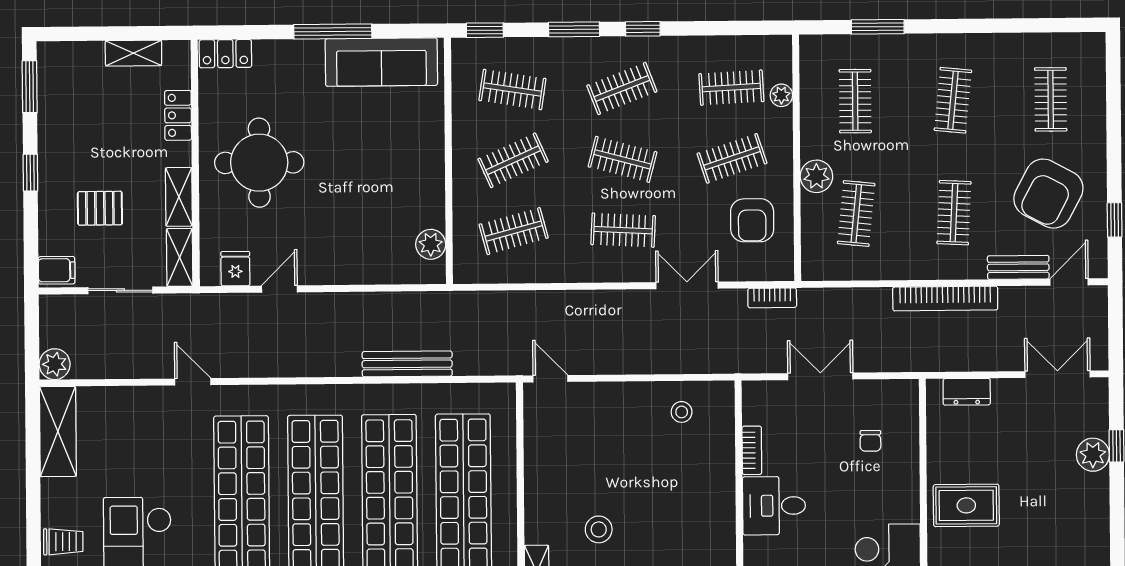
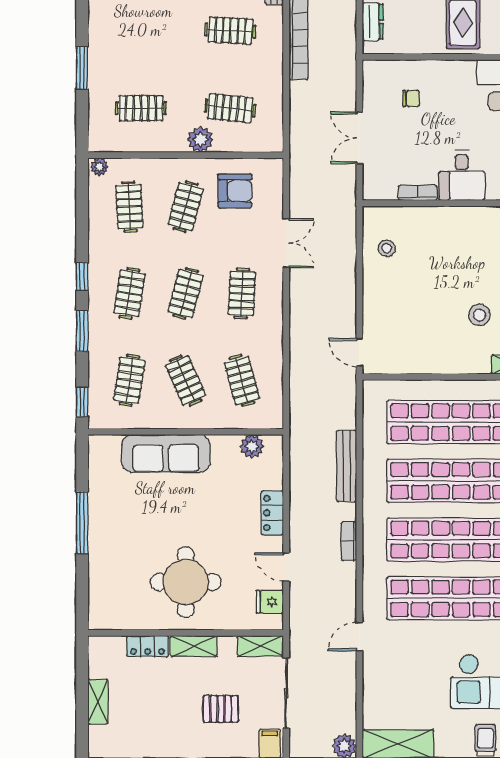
window: (878, 27) -> (82, 68), moved
shelving: (133, 53) -> (98, 702), moved
locker: (225, 54) -> (272, 513), moved, turned 180
sofa: (381, 62) -> (166, 453), moved, turned 90
clothes rail: (622, 89) -> (129, 293), turned 30
plant: (781, 95) -> (99, 167), moved
clothes rail: (953, 100) -> (141, 31), removed
clothes rail: (732, 158) -> (186, 207), turned 33
shelving: (179, 197) -> (194, 646), moved
pallet: (100, 208) -> (221, 709), turned 90
double door: (687, 285) -> (286, 243), swing flipped
sliding door: (120, 290) -> (286, 693), width x1.37
bookcase: (772, 298) -> (349, 541), moved, turned 180
door: (550, 379) -> (359, 352), hinge flipped

